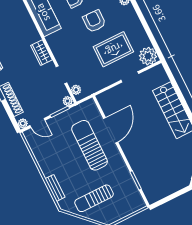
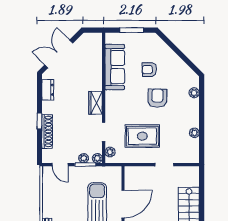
rug: (113, 49) -> (142, 136), moved
plant: (148, 56) -> (194, 133), moved, width x0.53, depth x0.53
plant: (23, 123) -> (84, 158), moved

